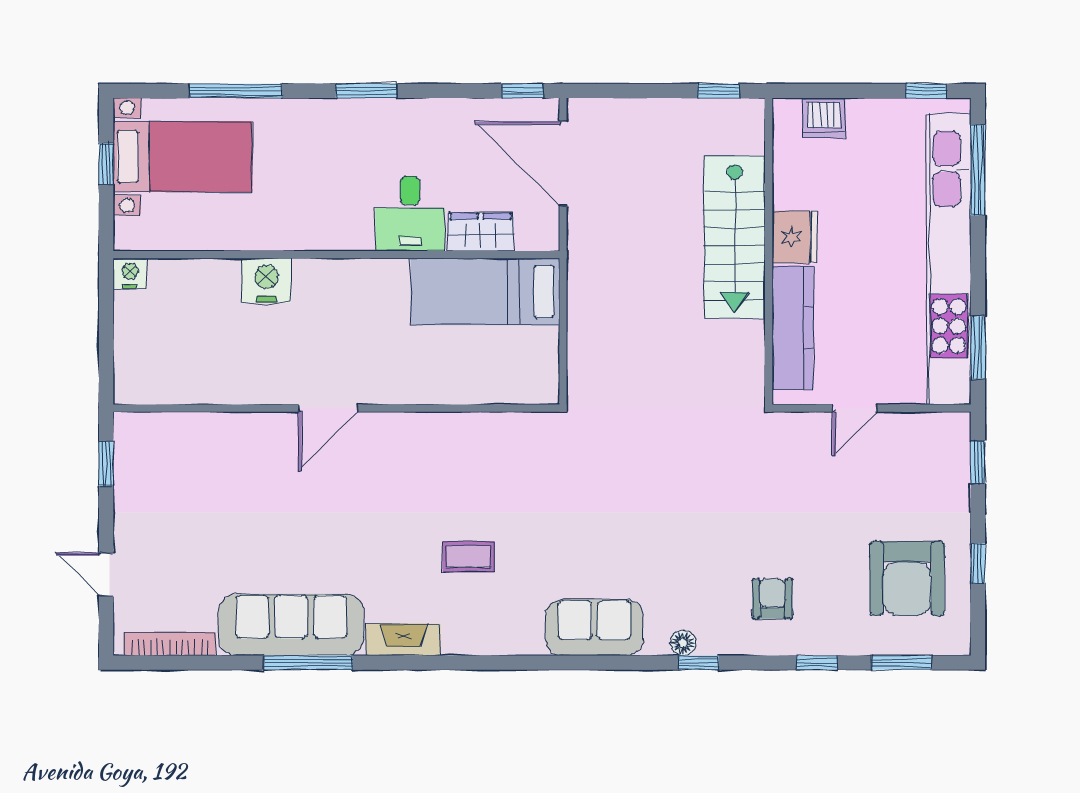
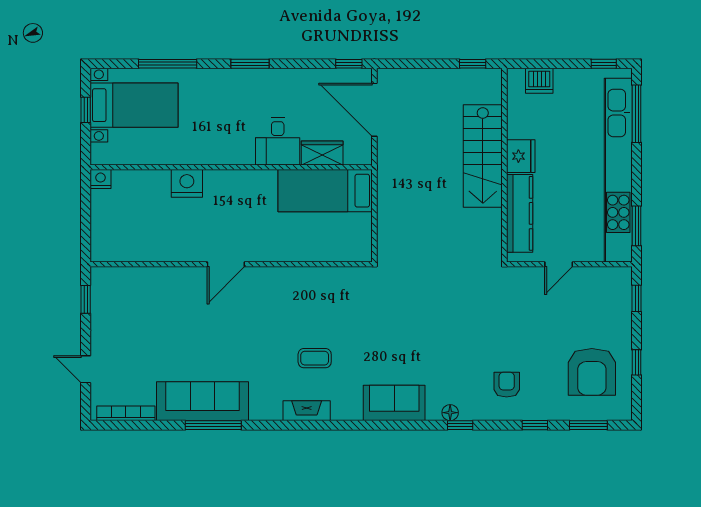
fireplace: (404, 640) -> (307, 411), moved

